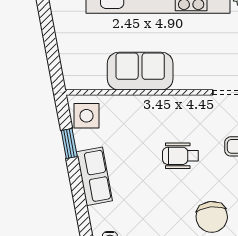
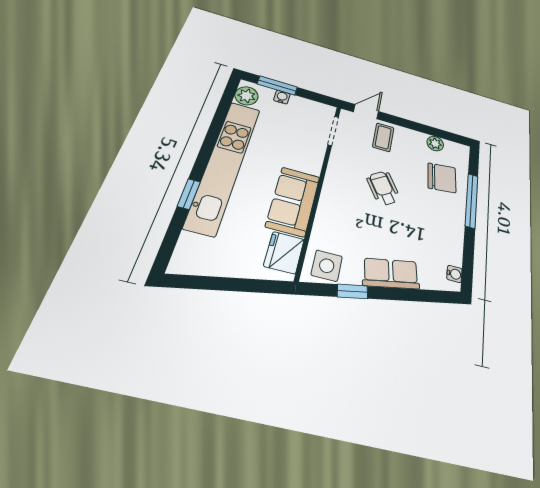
fridge: (89, 75) -> (284, 253), added
wheelchair: (181, 156) -> (383, 188), turned 147

